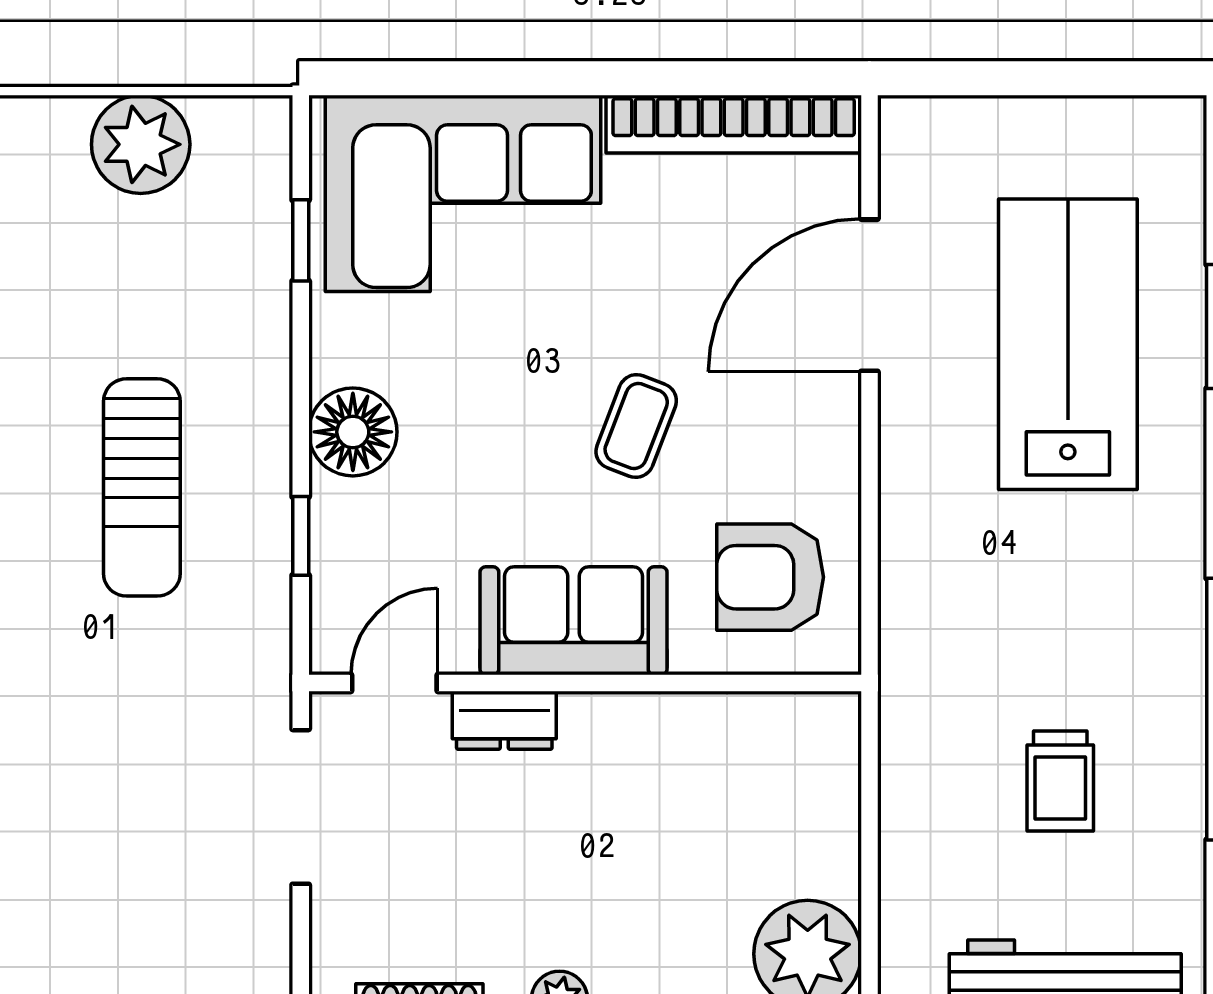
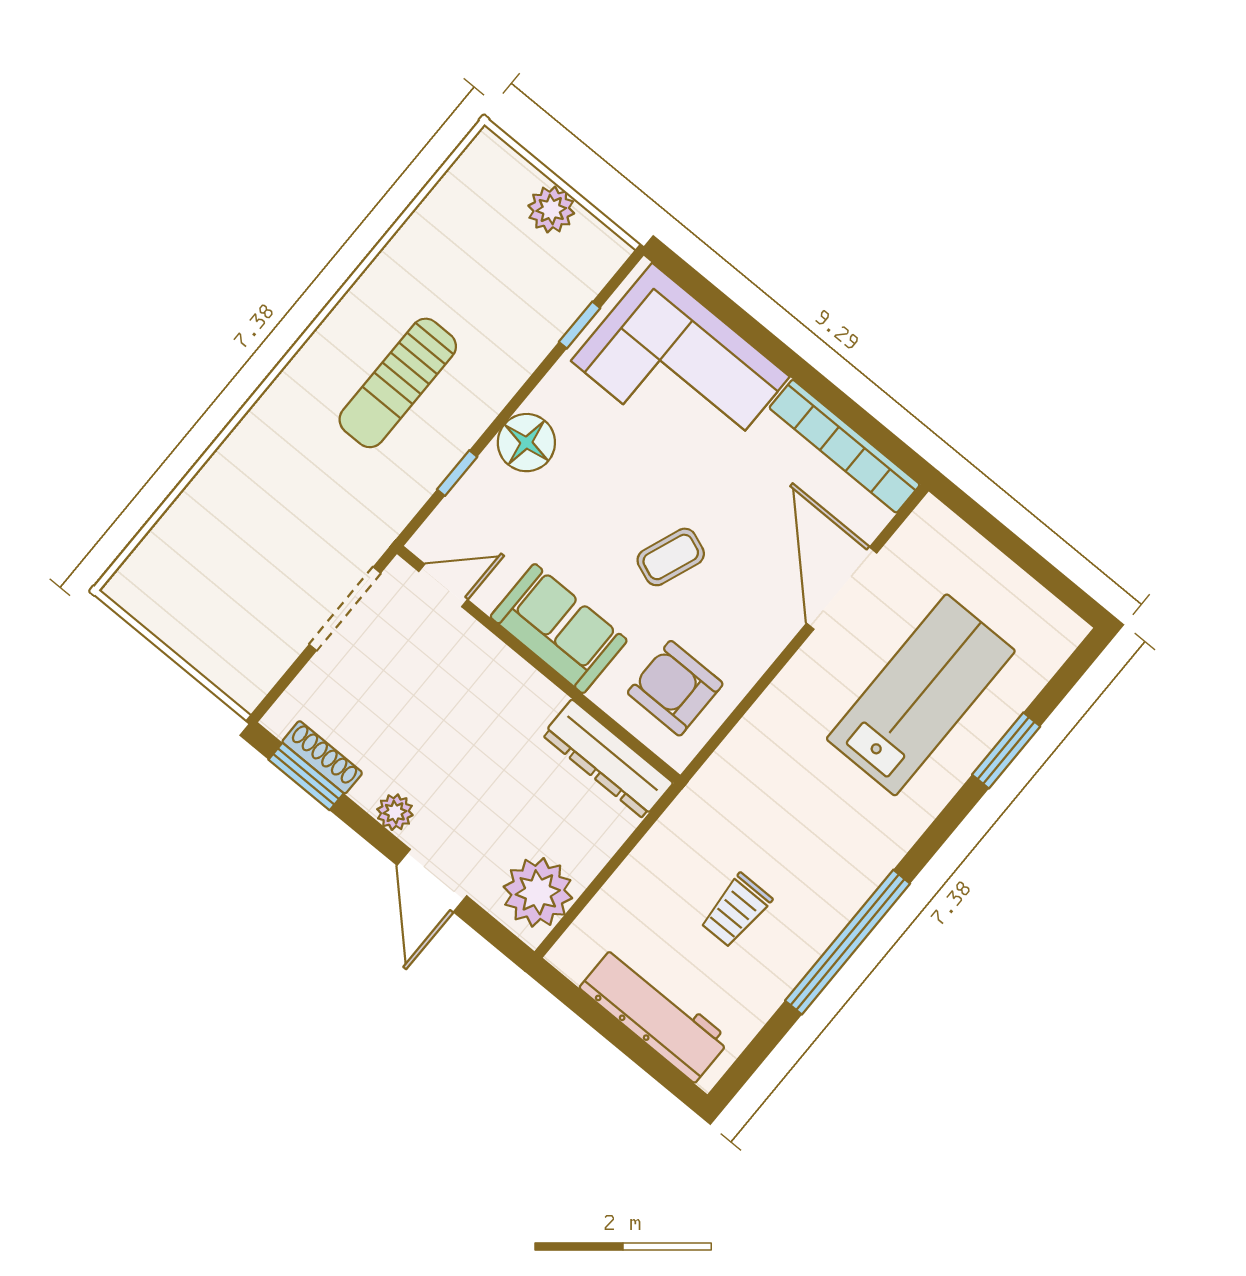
plant: (141, 144) -> (551, 210), width x0.73, depth x0.73
door: (869, 295) -> (842, 588), hinge flipped
dresser: (504, 720) -> (608, 759), moved, width x1.96, depth x1.24

